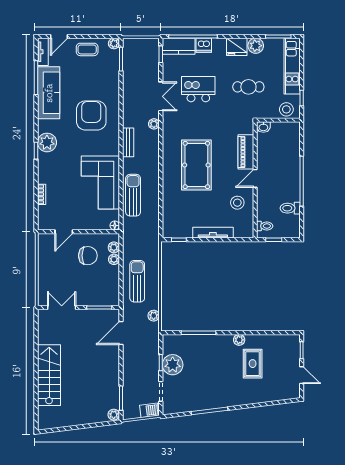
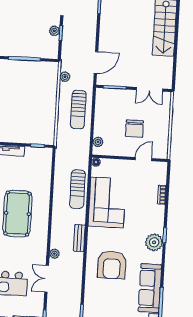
chair: (88, 256) -> (134, 129), moved, turned -90
plant: (114, 259) -> (98, 131), removed
plant: (173, 365) -> (54, 31), width x0.53, depth x0.53

